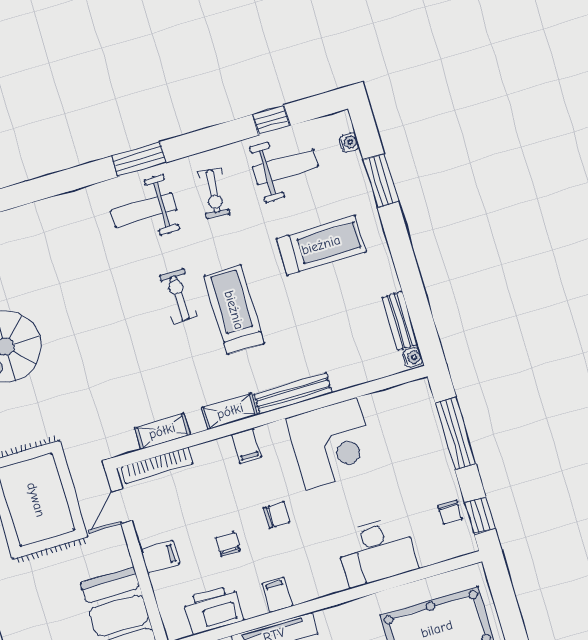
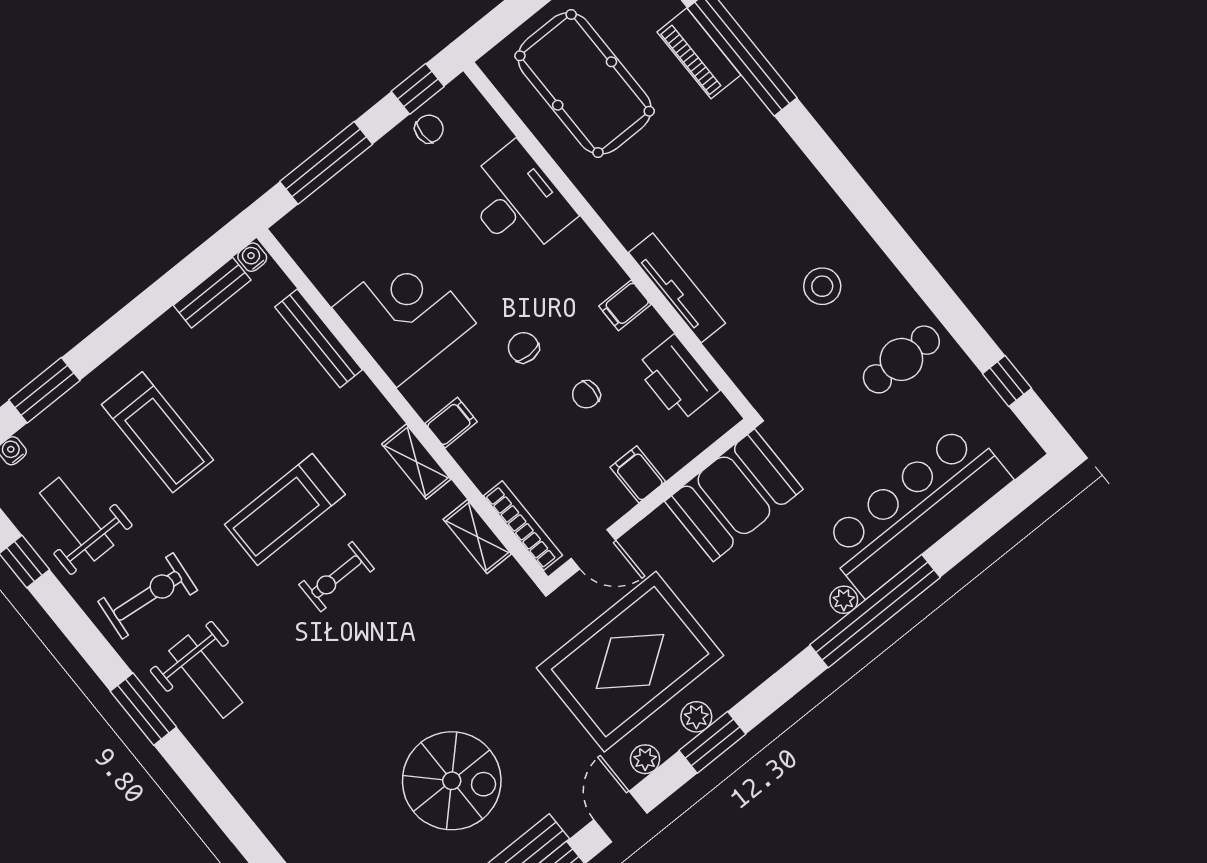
exercise bike: (214, 194) -> (148, 596), width x1.38, depth x1.39
treadmill: (321, 245) -> (157, 432), turned 180
exercise bike: (179, 296) -> (337, 577), moved
bench: (293, 394) -> (319, 338), moved

